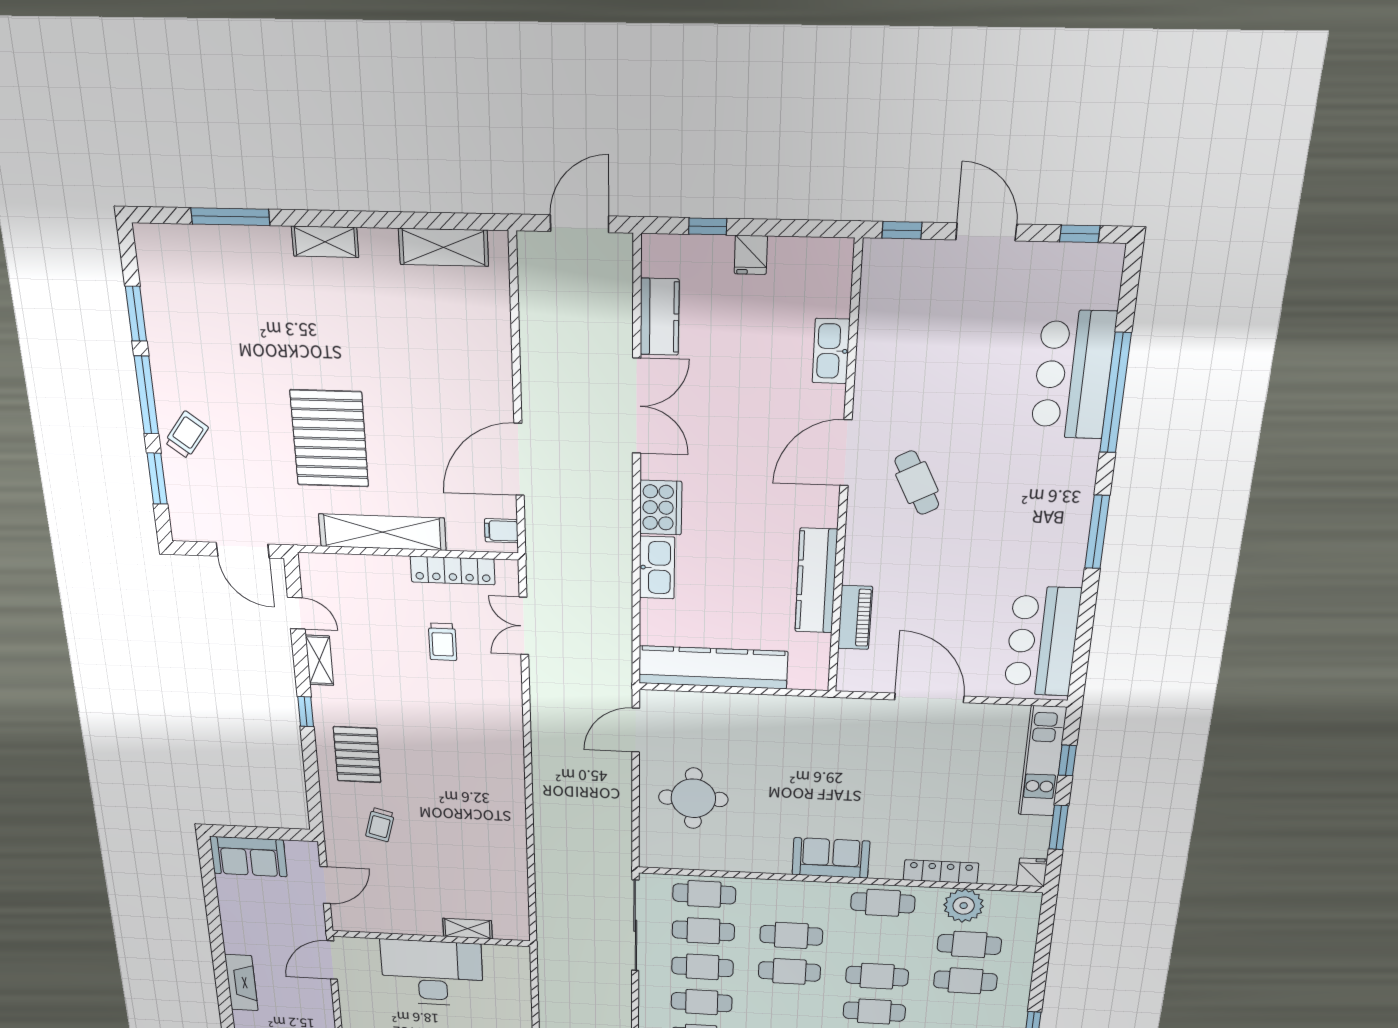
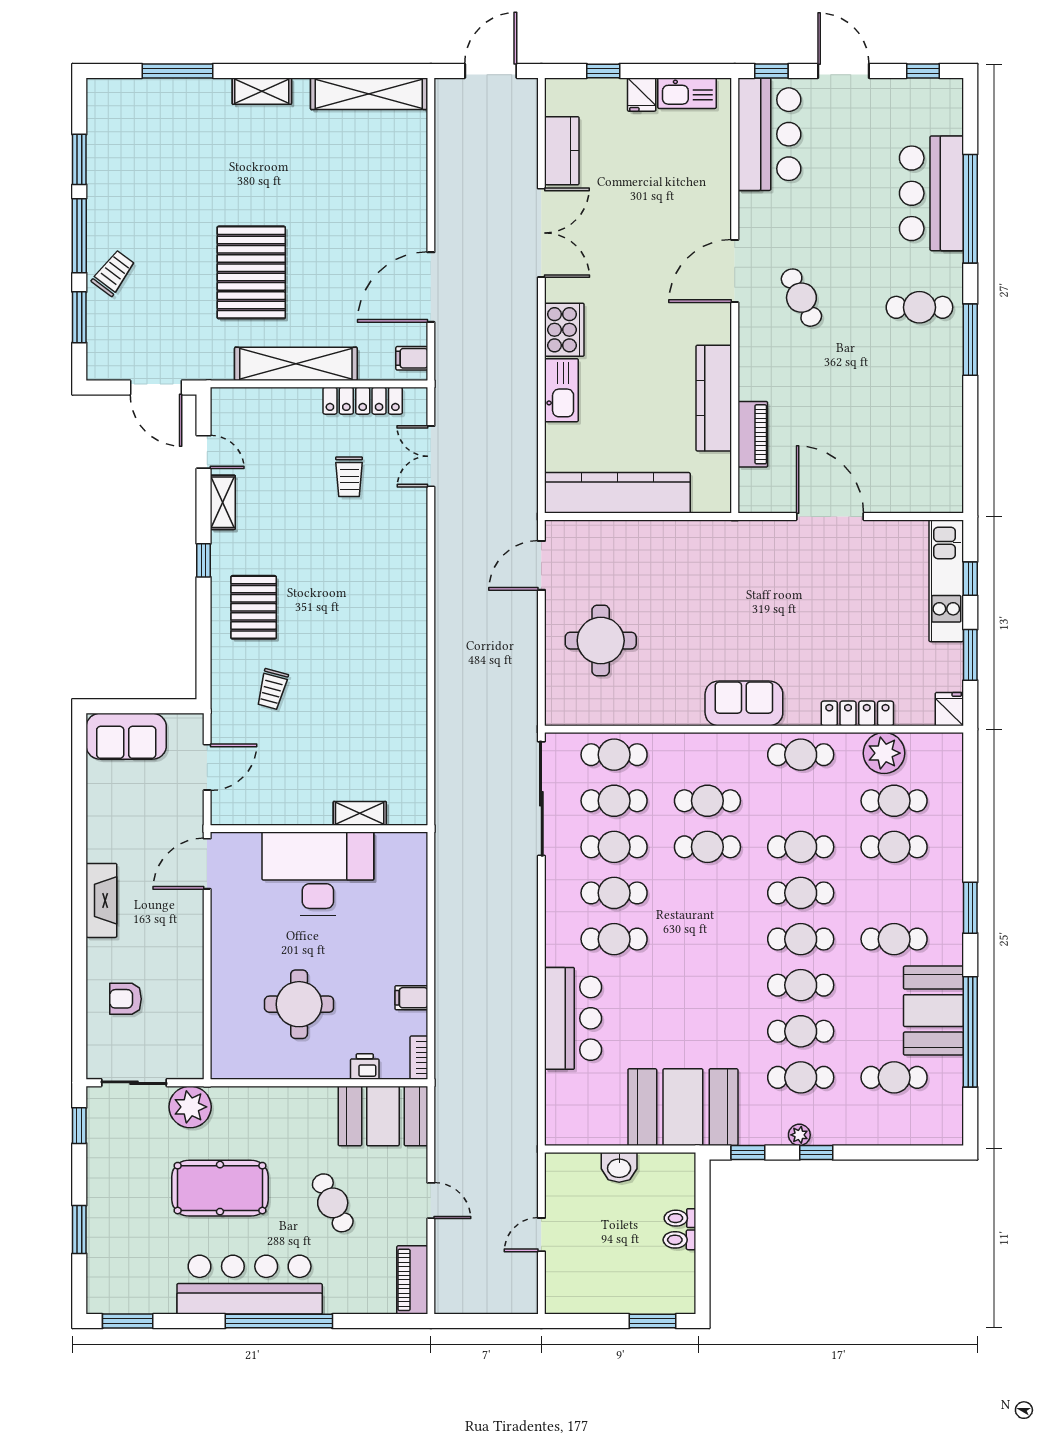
shelving: (444, 247) -> (369, 94), width x1.47
kitchen sink: (831, 351) -> (687, 93), moved, turned -90
cafe table: (1045, 497) -> (919, 307), added
bar counter: (1042, 641) -> (769, 134), moved, turned 180

